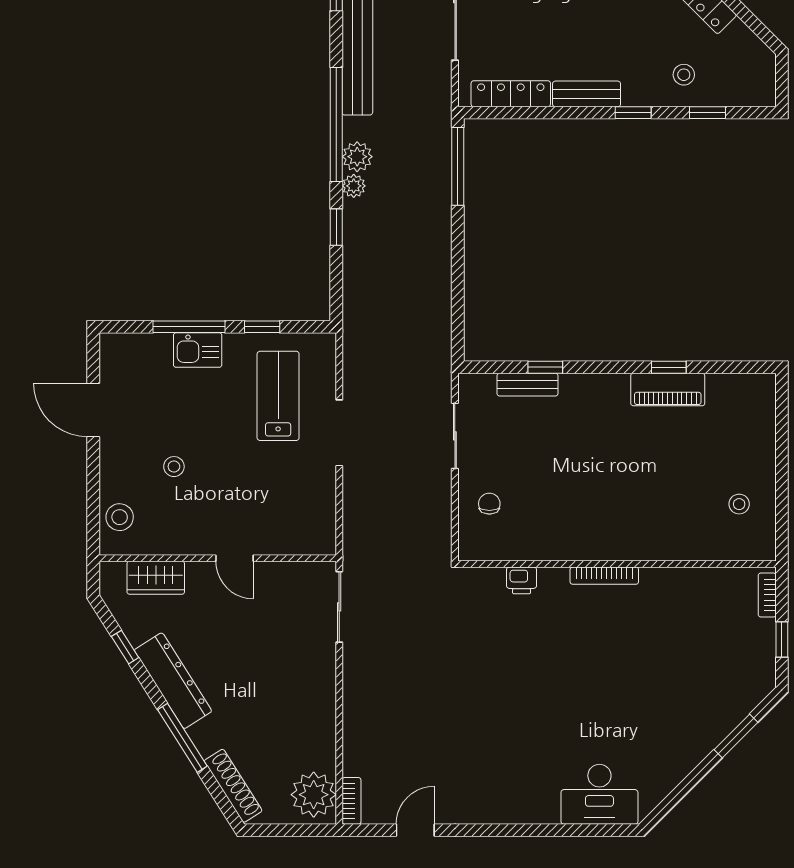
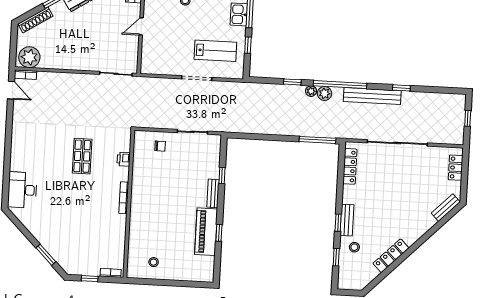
bench: (587, 94) -> (347, 220), moved
bench: (528, 385) -> (213, 193), moved
piano: (668, 390) -> (206, 232), width x1.37, depth x1.33
shop shelf: (520, 670) -> (82, 156), added
door: (415, 830) -> (11, 90), moved

